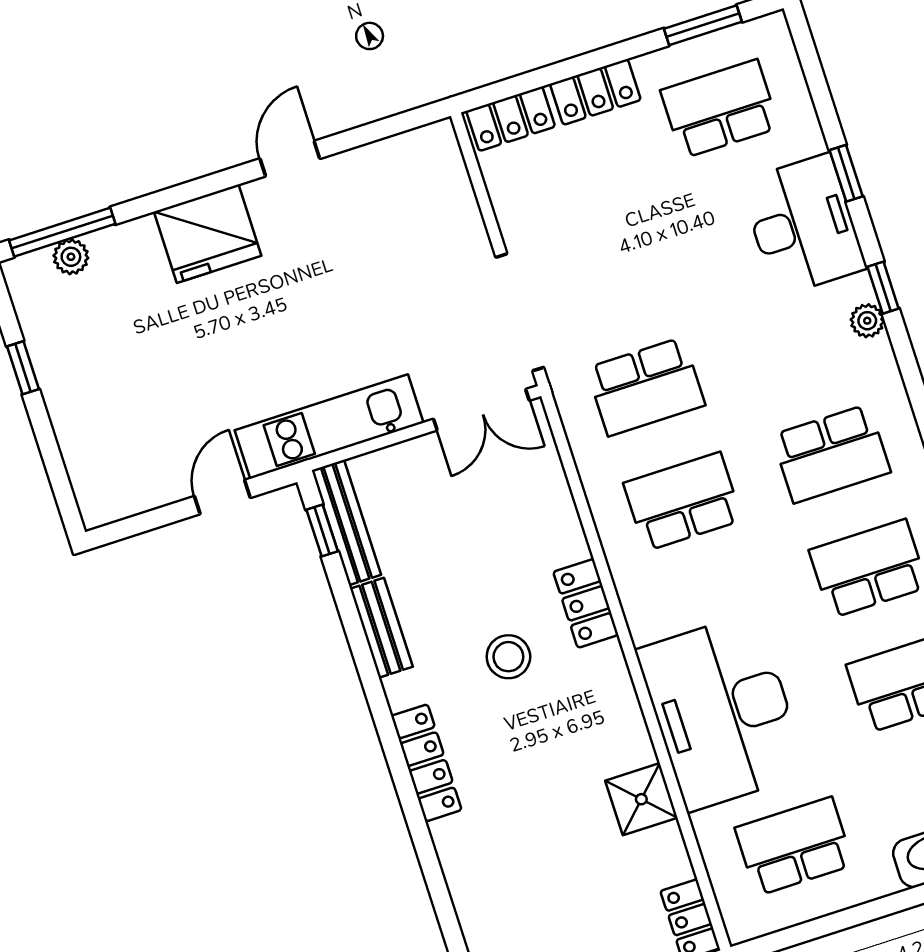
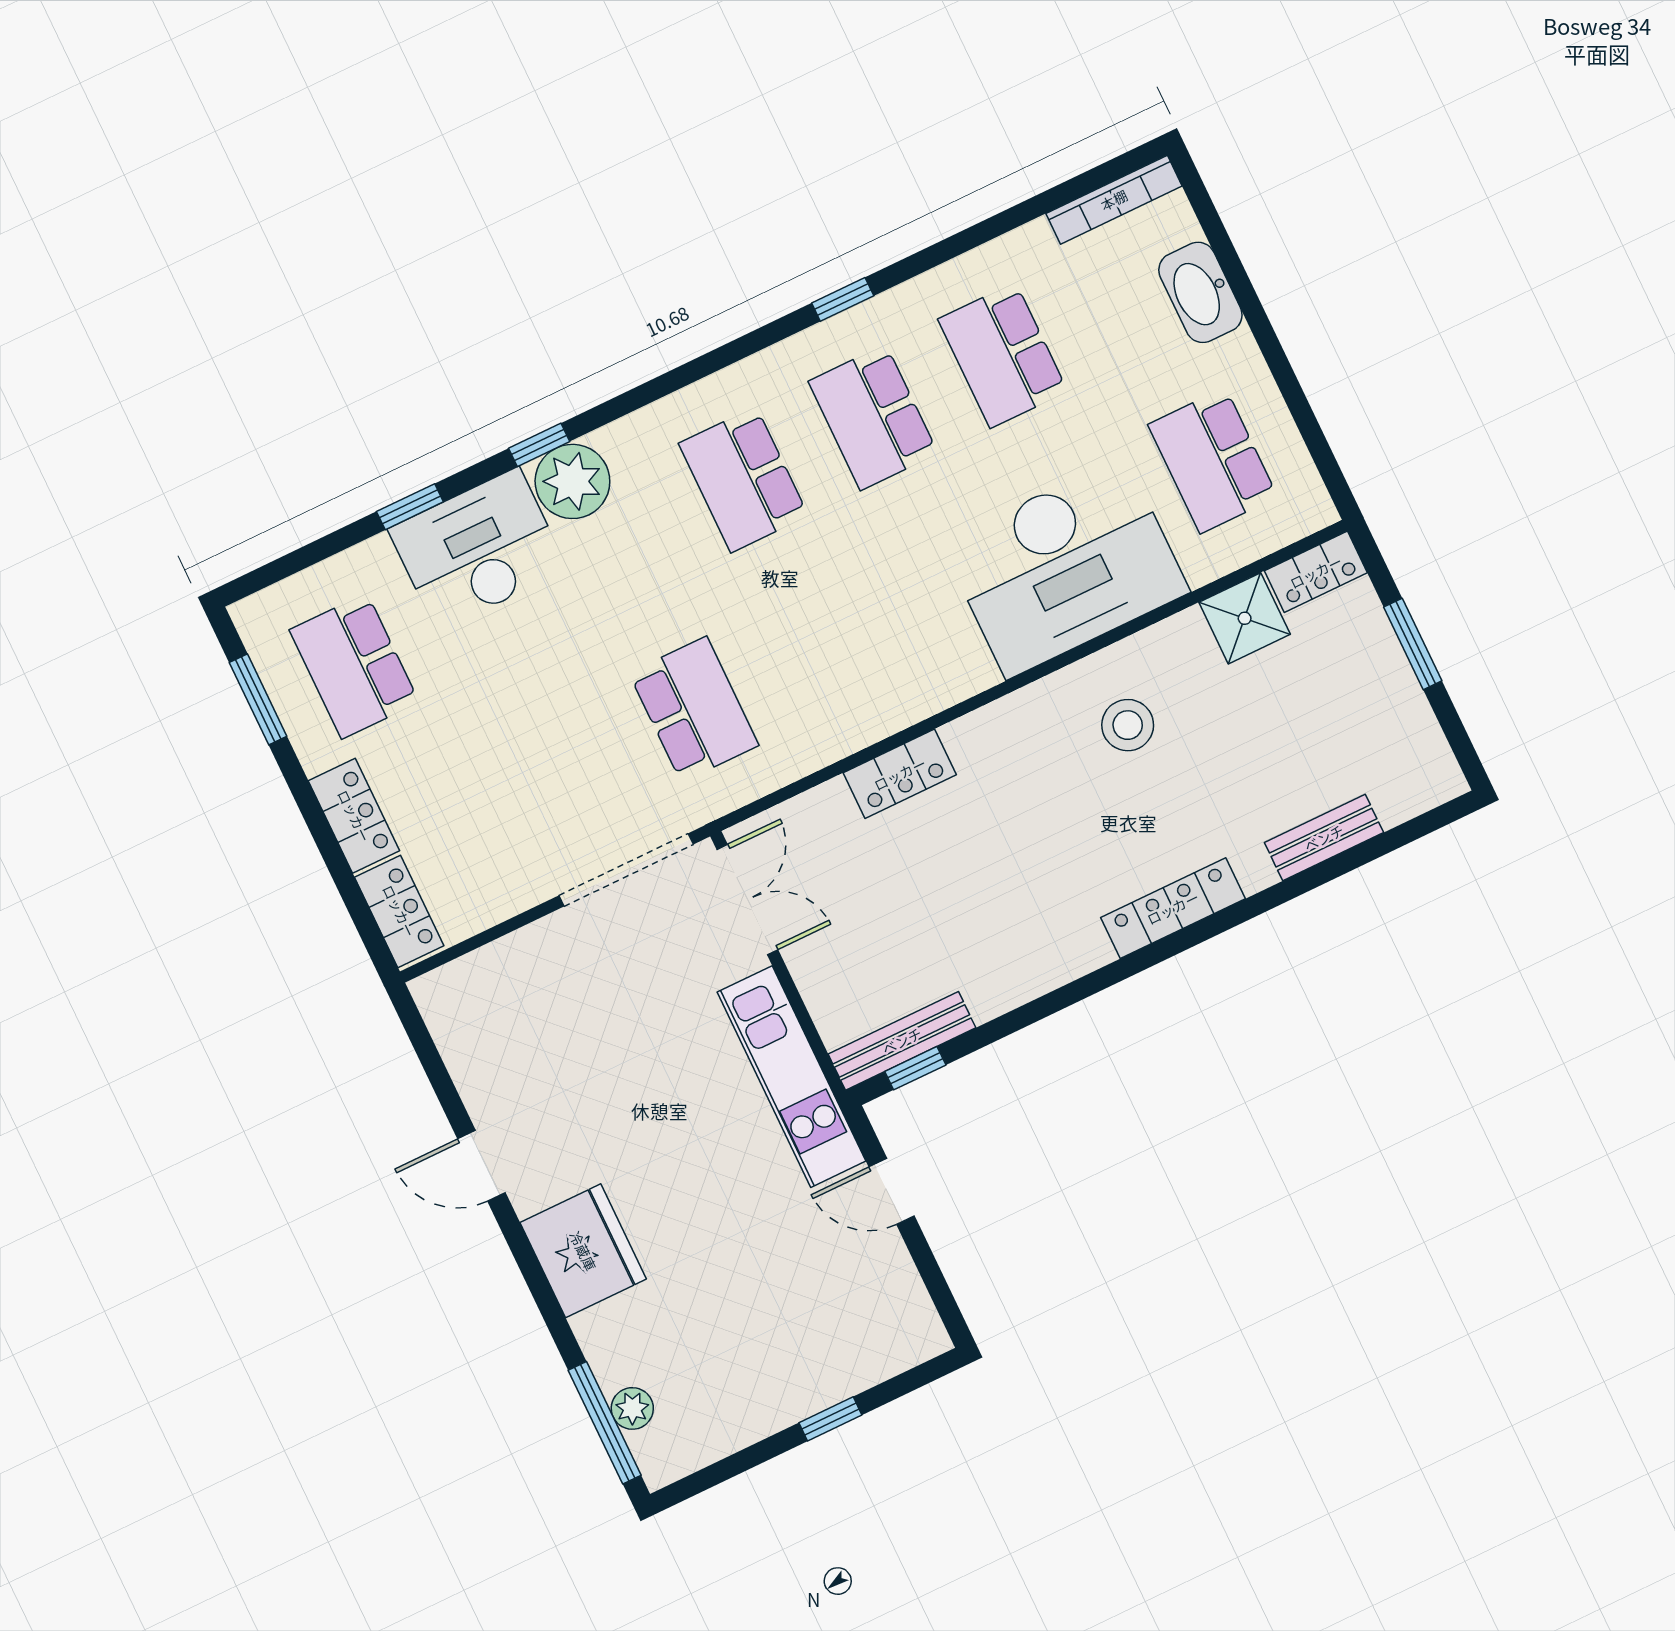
plant: (867, 321) -> (572, 481), width x1.87, depth x1.87
window: (23, 368) -> (830, 1419), moved
school desk: (831, 454) -> (743, 480), turned 180
school desk: (683, 502) -> (824, 647), removed
locker: (586, 603) -> (900, 774), moved
bench: (381, 628) -> (1324, 838), moved
stool: (508, 657) -> (1128, 725), moved
shower: (641, 799) -> (1245, 618), moved

